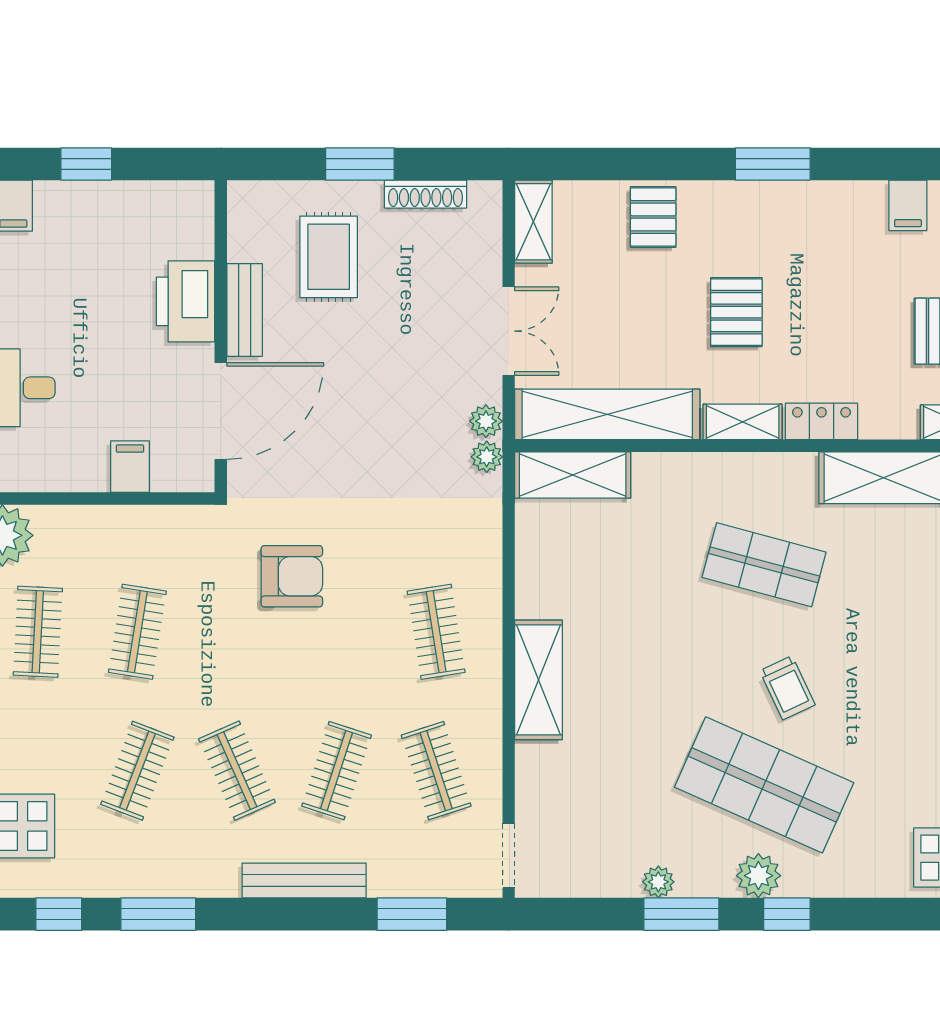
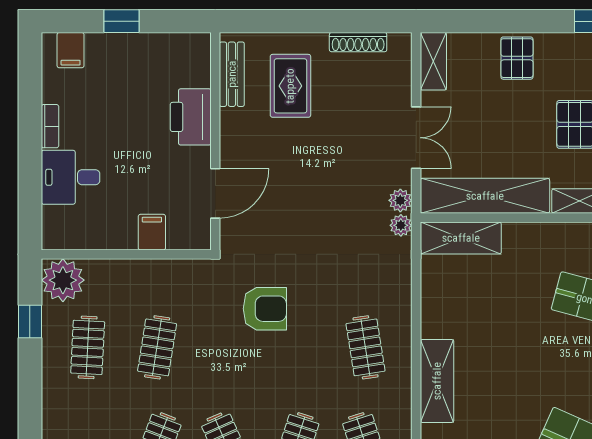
window: (360, 164) -> (312, 21), removed
bench: (245, 310) -> (232, 74), moved
door: (221, 411) -> (215, 193), width x0.73

